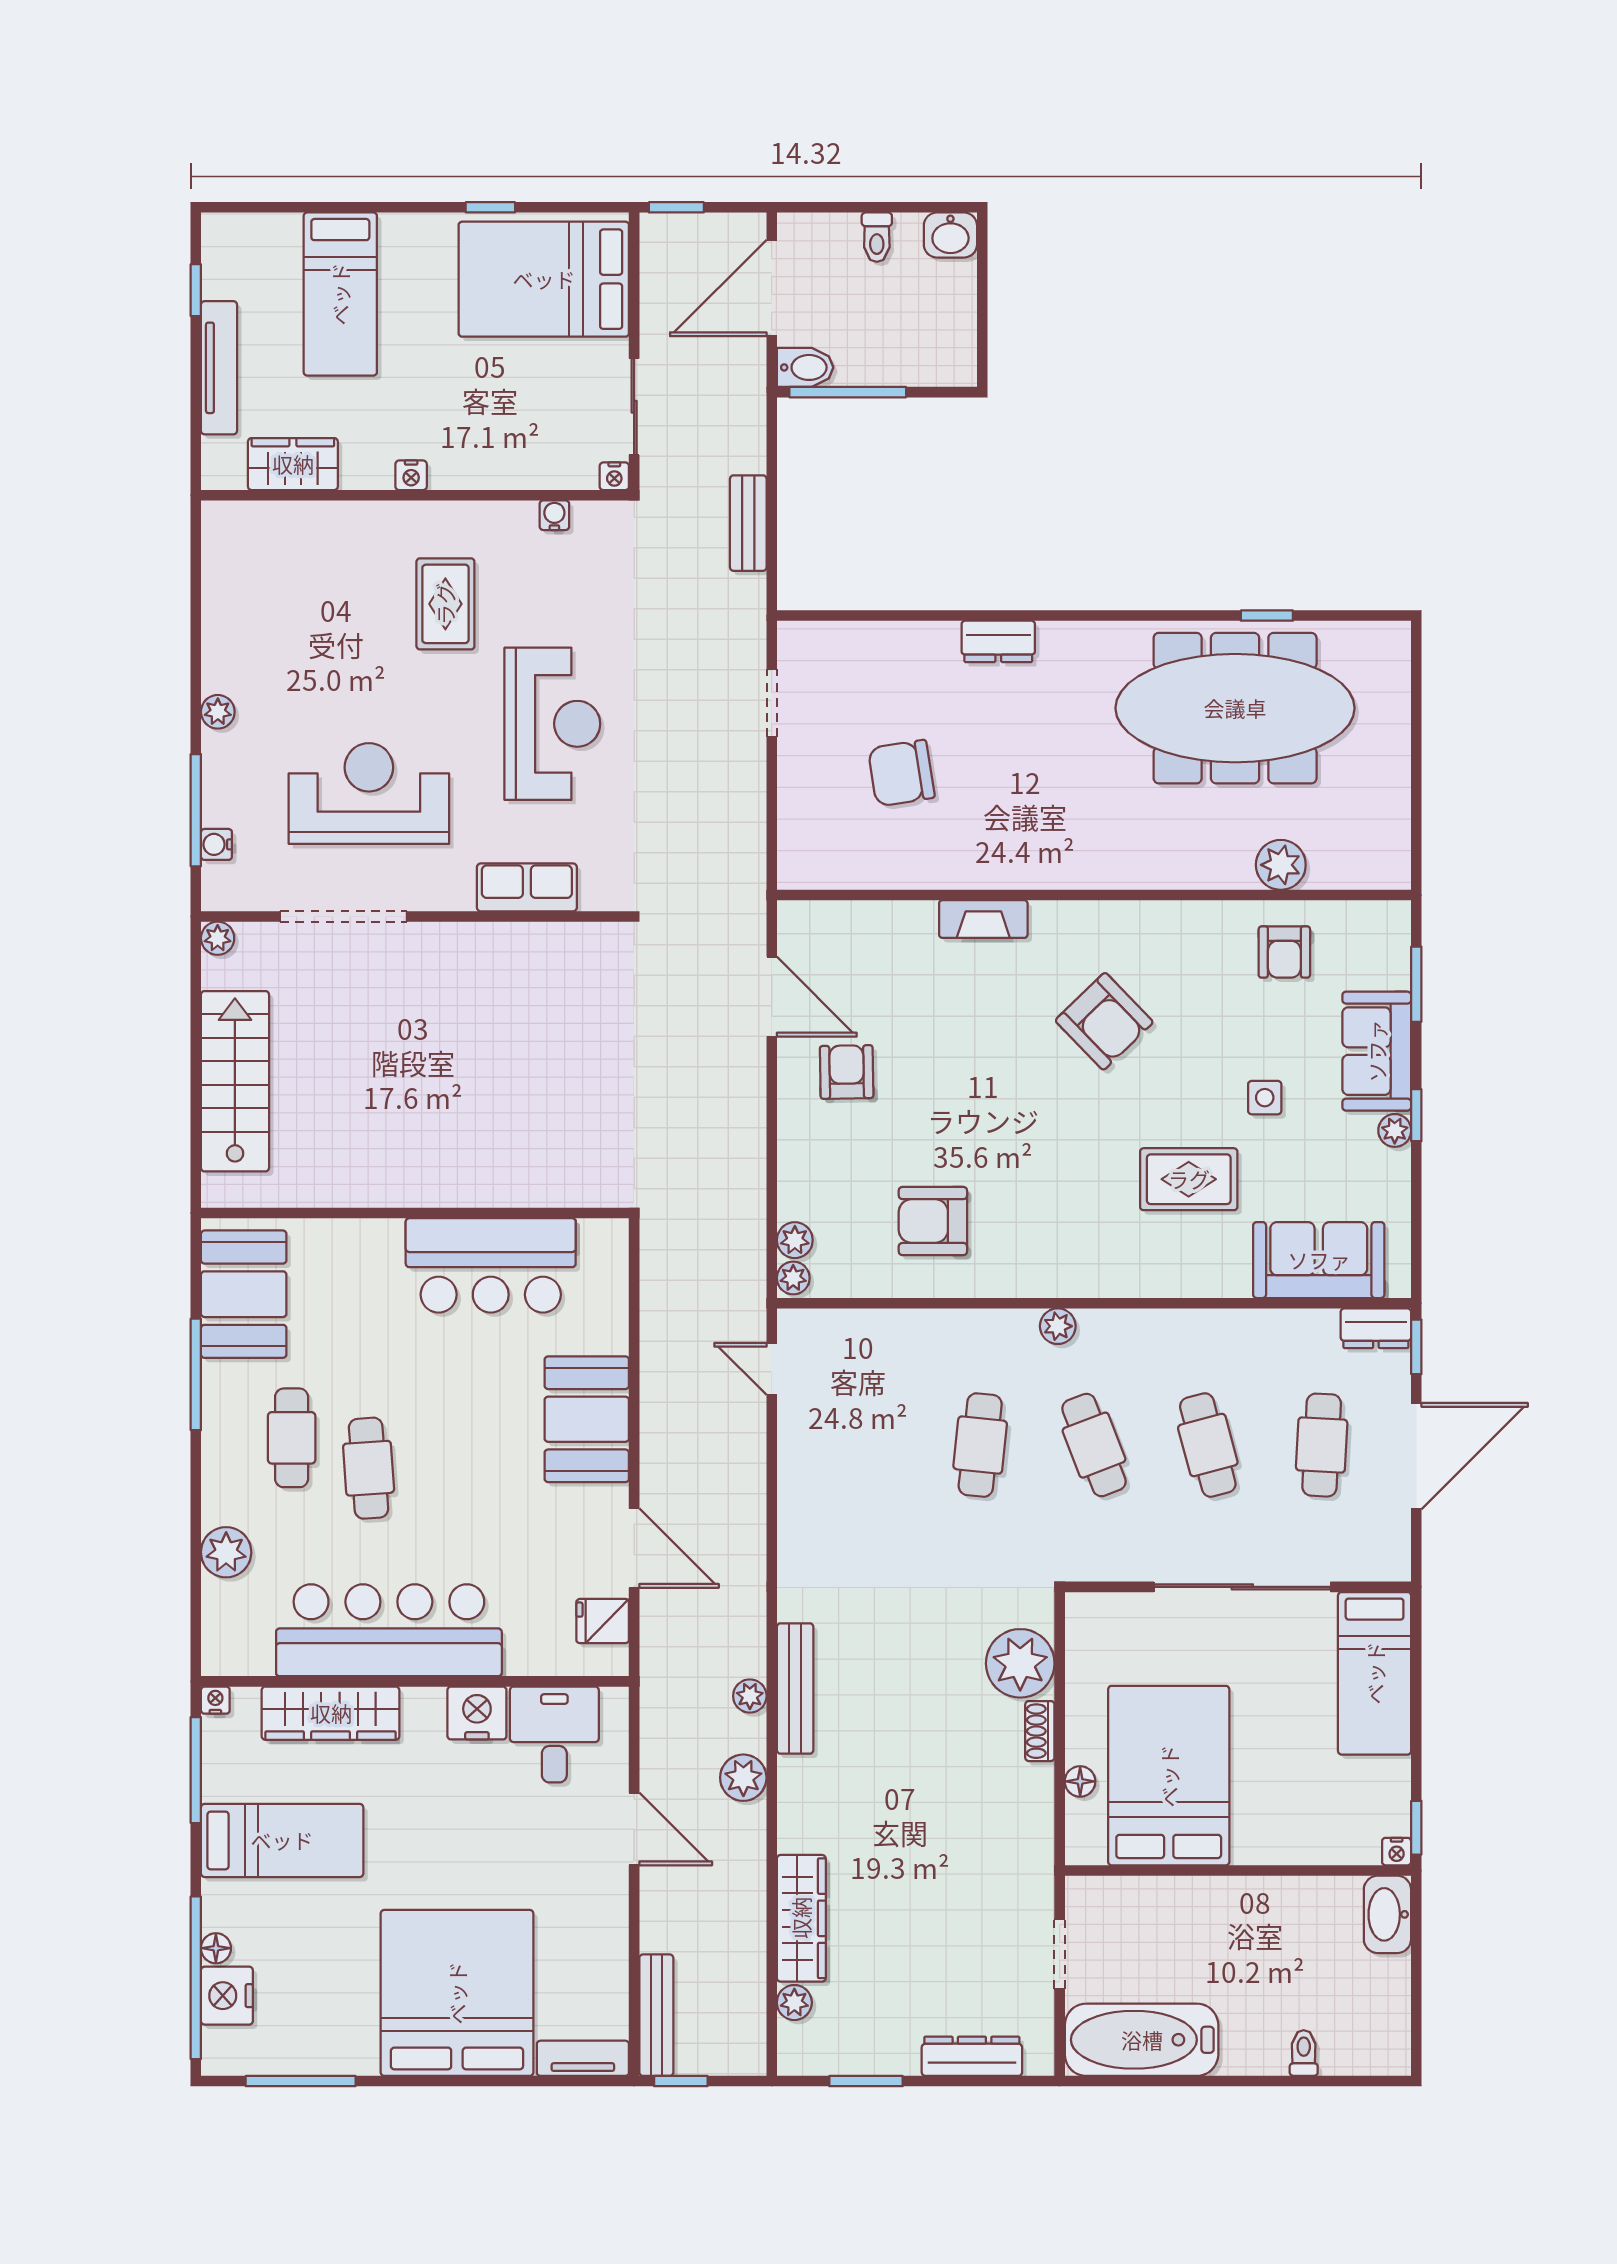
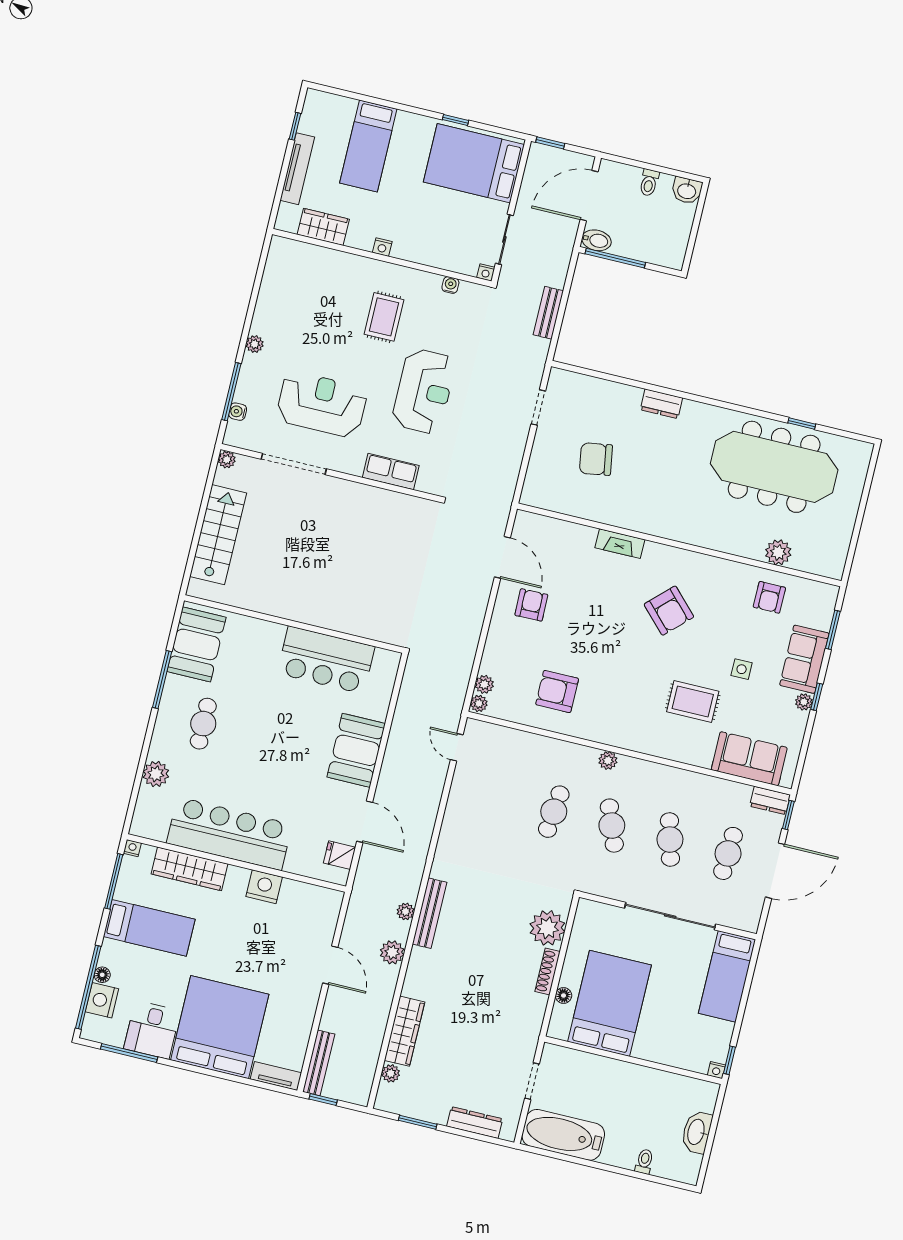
cafe table: (369, 1468) -> (239, 749), removed
shoe rack: (1040, 1731) -> (548, 971), width x1.43
desk: (554, 1734) -> (152, 1030), moved, turned 180
washbasin: (1387, 1914) -> (697, 1132), moved

